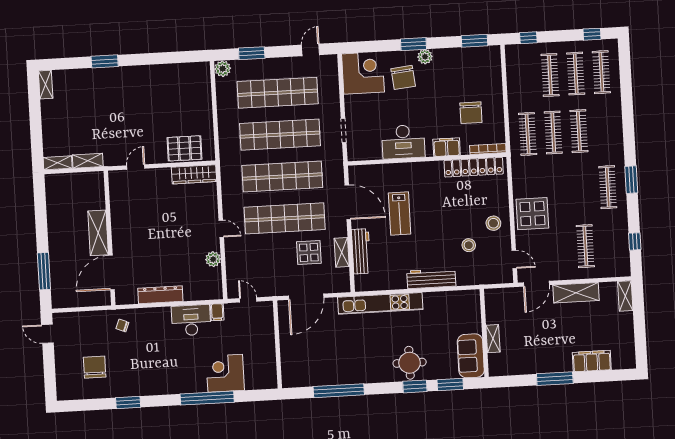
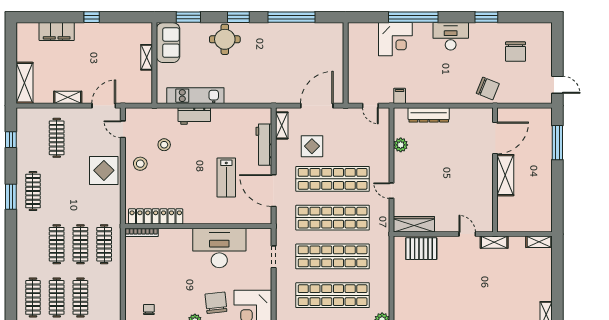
chair: (471, 113) -> (149, 309), moved, width x0.54, depth x0.54
desk: (403, 142) -> (219, 248), width x1.36, depth x1.30
filing cabinet: (447, 147) -> (180, 236), removed
shelving: (88, 161) -> (494, 242), moved
door: (136, 167) -> (467, 234), swing flipped
lab bench: (400, 214) -> (226, 177), turned 180
door: (221, 229) -> (392, 191), moved
shelving: (342, 252) -> (282, 125), moved
workbench: (431, 278) -> (194, 116), width x0.73
shelving: (576, 293) -> (68, 97), width x0.67, depth x0.75
dresser: (160, 295) -> (429, 115), moved
shelving: (625, 296) -> (24, 83), width x1.50, depth x1.33
kitchen unit: (380, 303) -> (195, 96), moved, width x0.73
desk: (191, 320) -> (451, 36), moved, turned 180
chair: (122, 326) -> (488, 88), width x1.87, depth x1.87
window: (555, 379) -> (92, 17), width x0.46
window: (415, 386) -> (238, 17), moved

